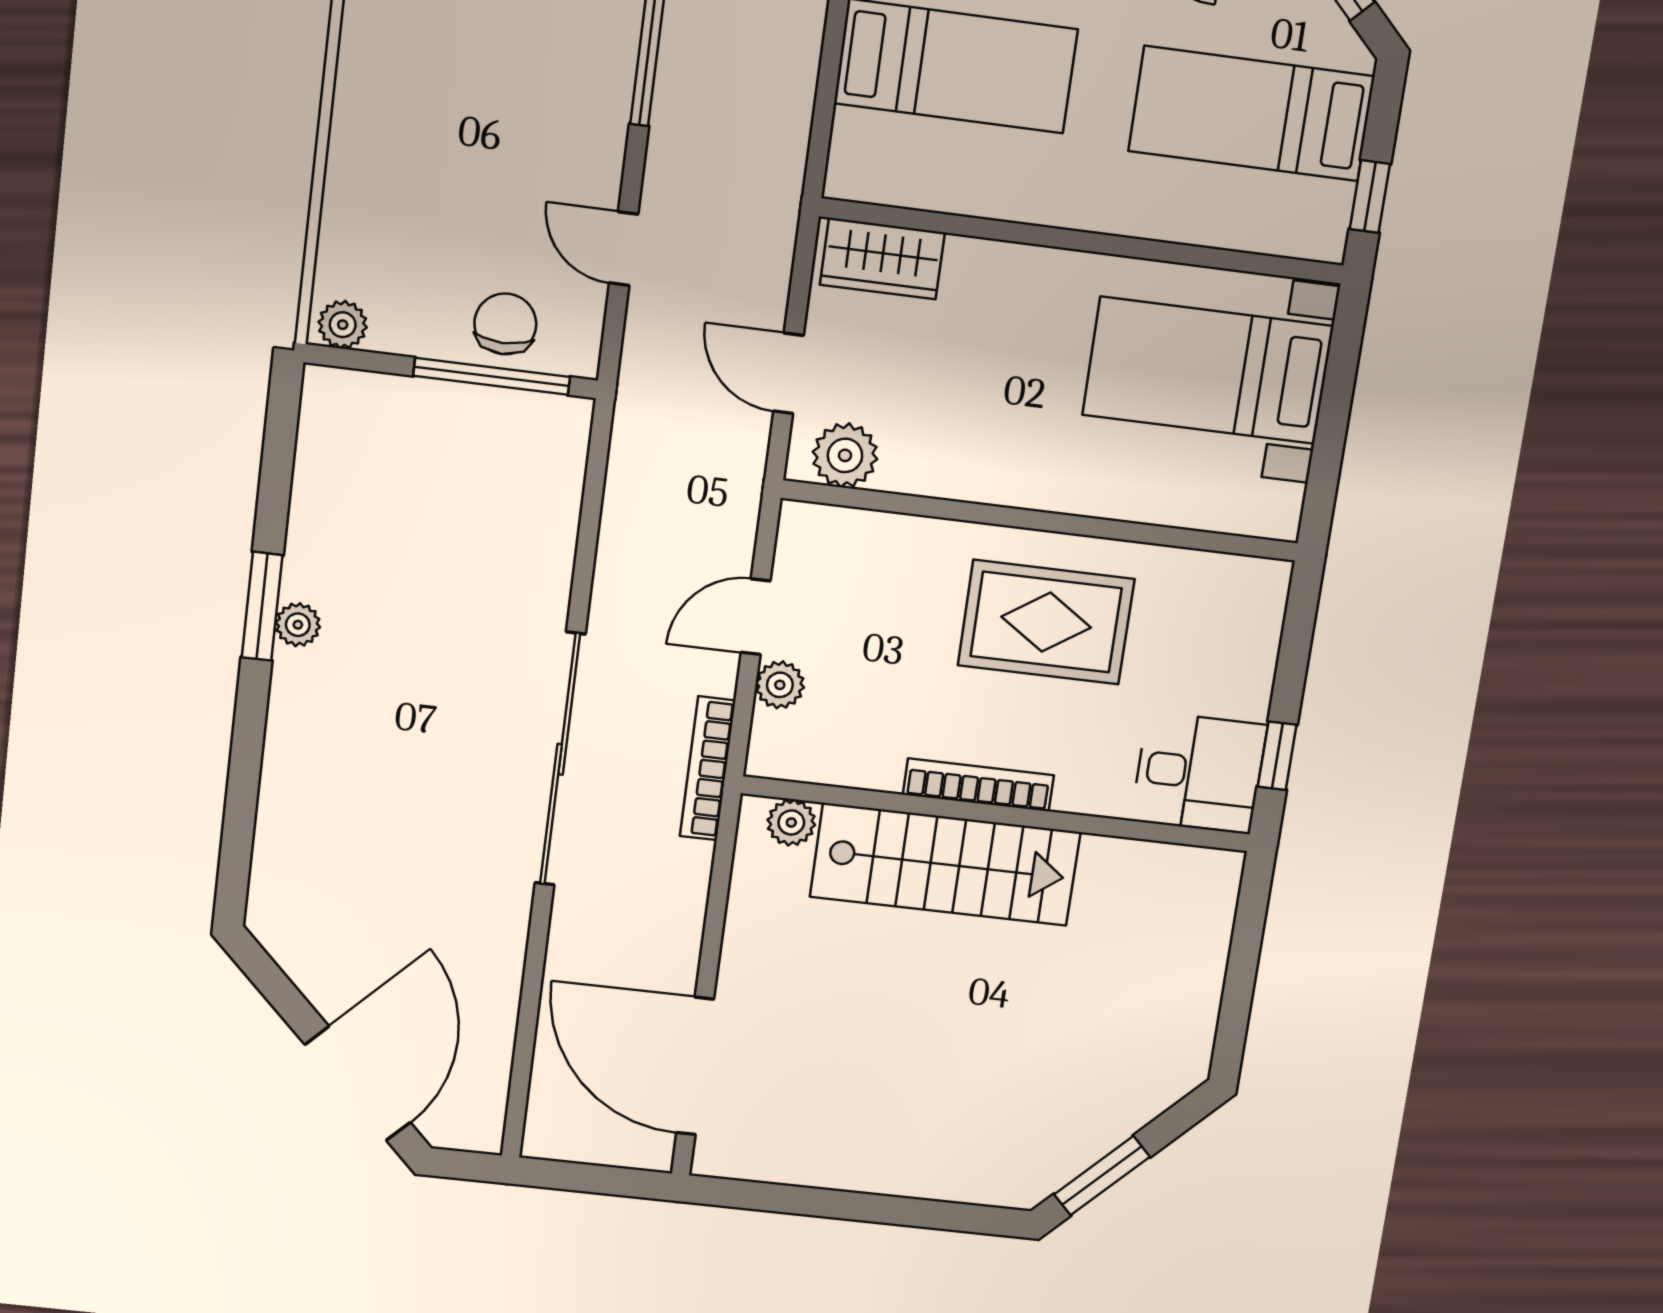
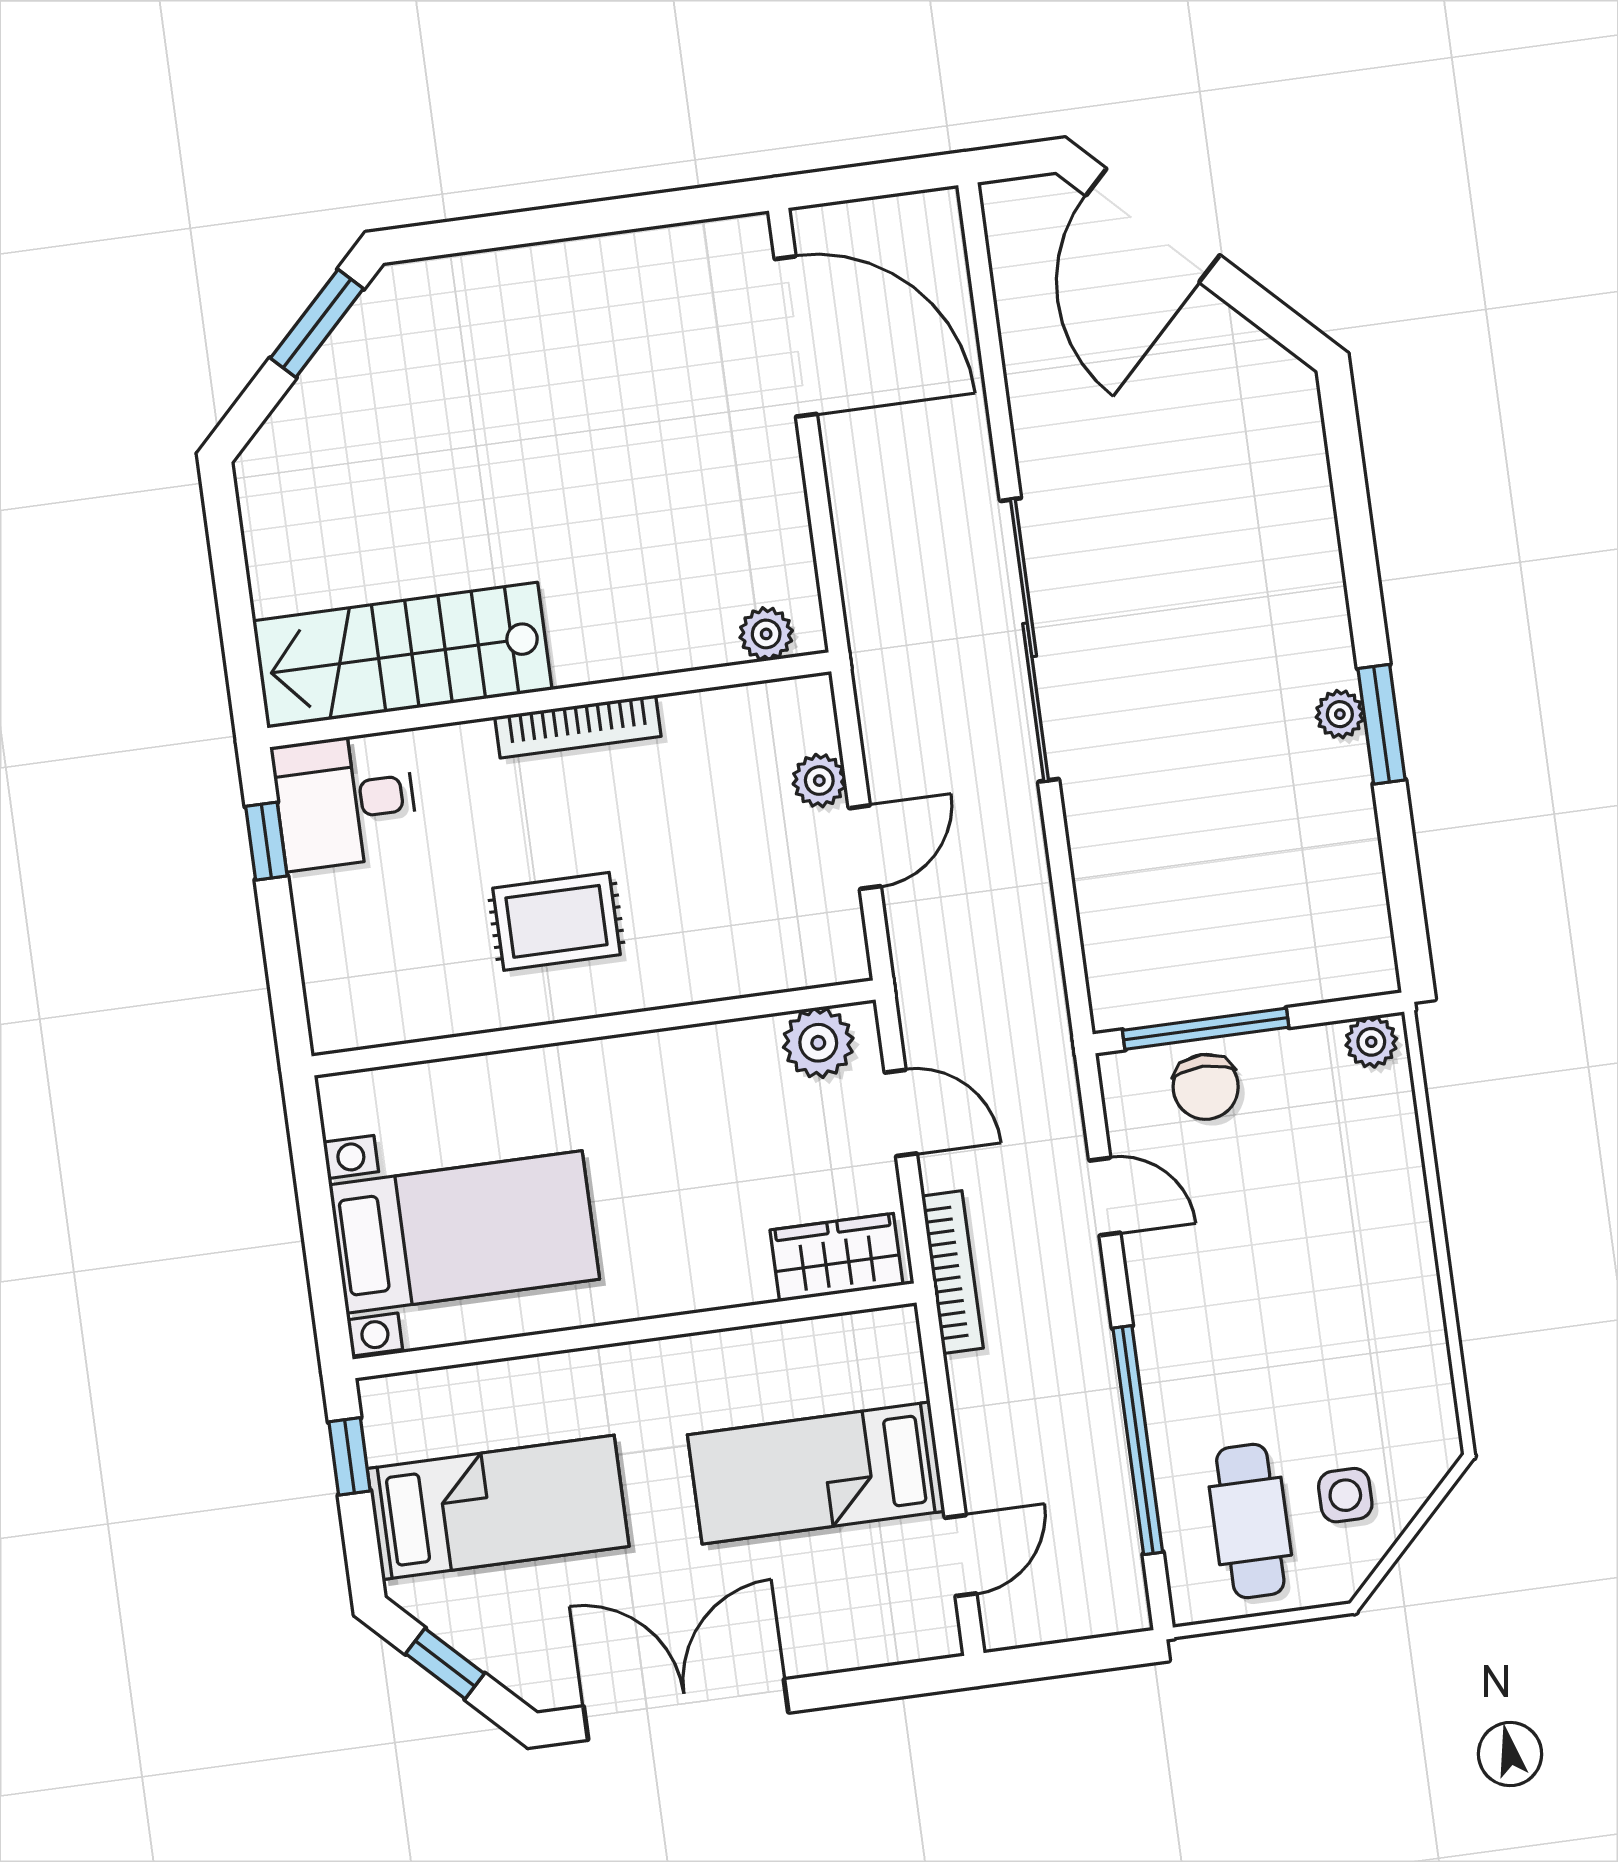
rug: (1046, 622) -> (556, 921), width x0.73, depth x0.70
bookcase: (708, 768) -> (952, 1272), moved
stairs: (945, 864) -> (402, 655), moved

